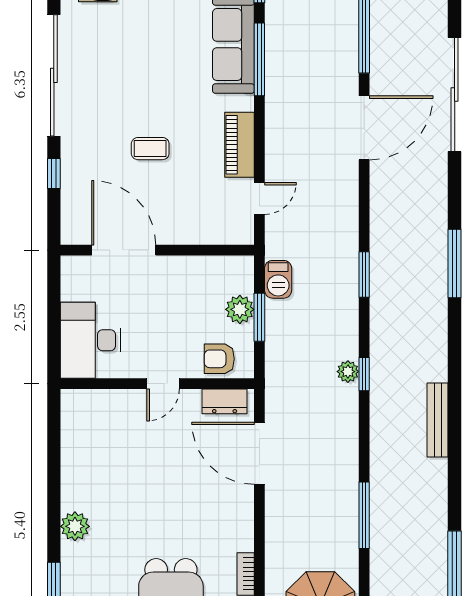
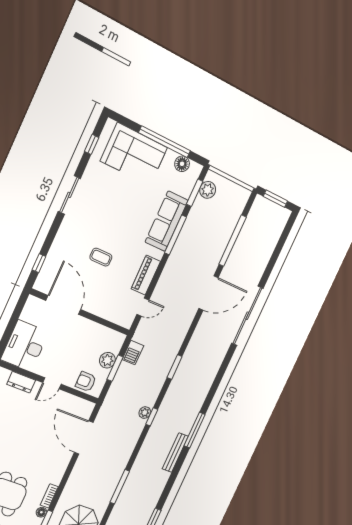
sliding door: (54, 75) -> (69, 195), width x0.54
sliding door: (455, 94) -> (247, 316), moved
window: (54, 173) -> (39, 263), moved
window: (455, 263) -> (195, 430), moved
dresser: (225, 401) -> (21, 382), moved

